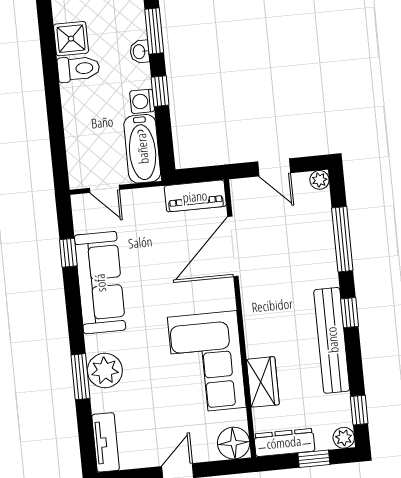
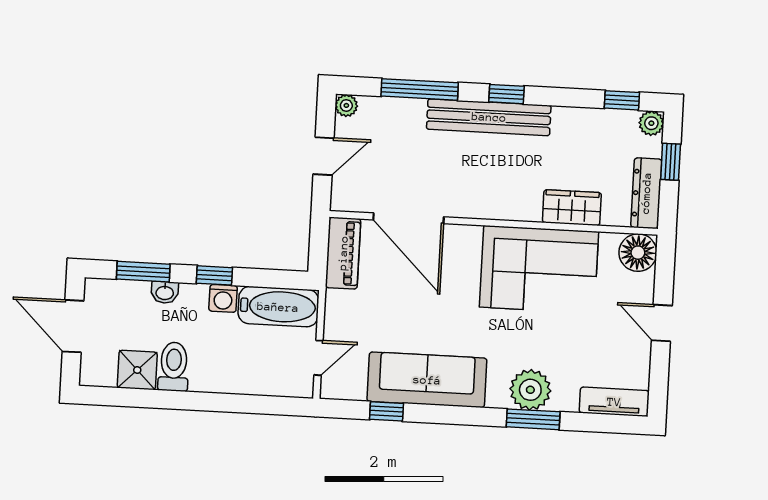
bench: (332, 340) -> (489, 117), moved

